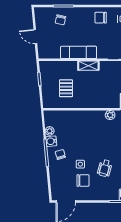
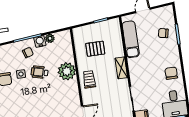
exam couch: (79, 52) -> (131, 39), moved
trolley: (95, 99) -> (89, 79), added
plant: (110, 115) -> (67, 71), moved, width x1.88, depth x1.88
wheelchair: (105, 168) -> (40, 72), moved

